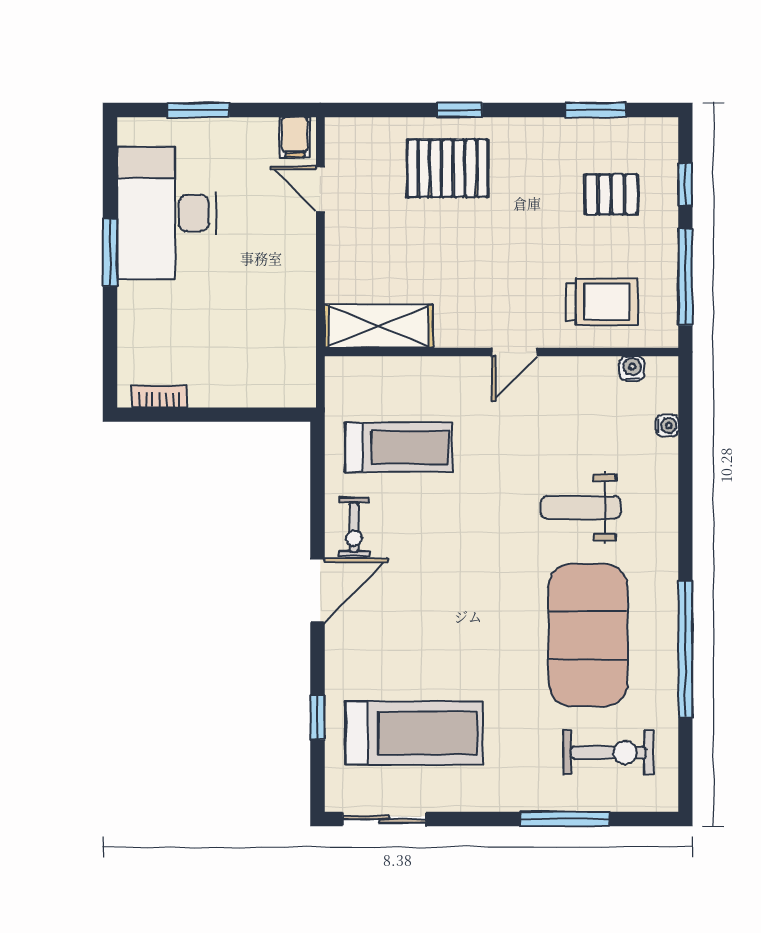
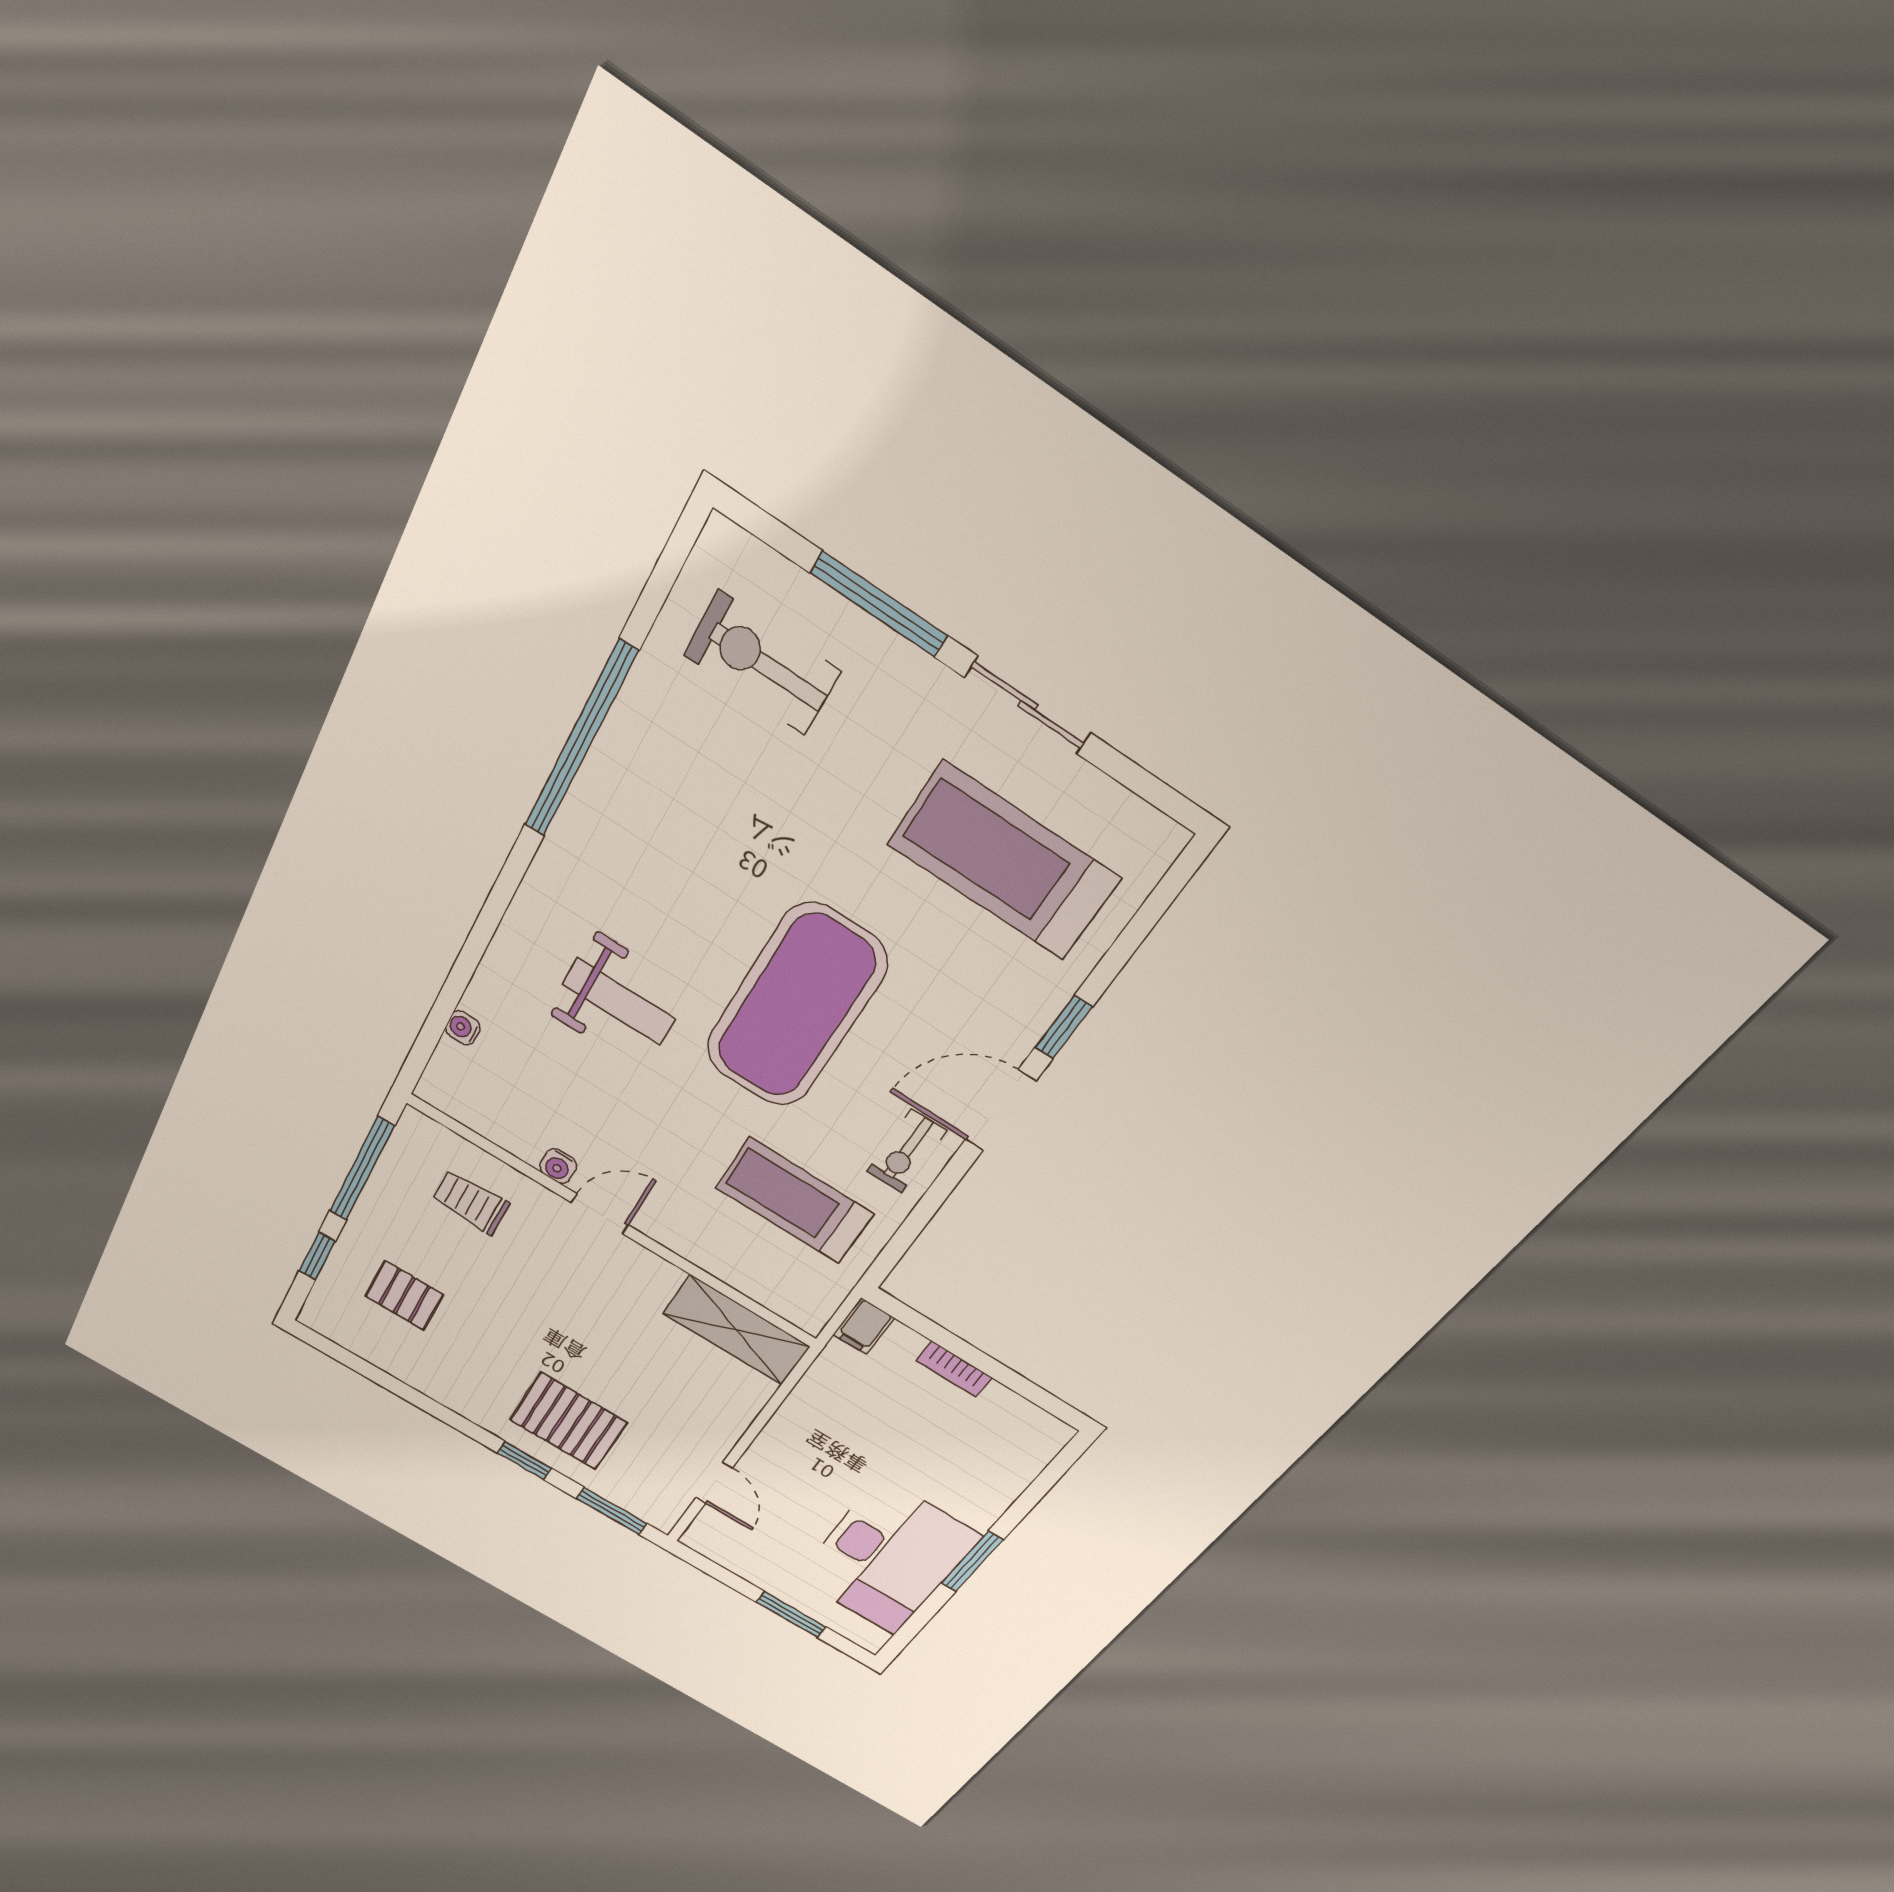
window: (596, 110) -> (612, 1511), moved
filing cabinet: (295, 137) -> (864, 1326), moved, turned 180
trolley: (602, 302) -> (471, 1202), width x0.73, depth x0.72
water cooler: (632, 369) -> (558, 1166), moved
bookcase: (160, 397) -> (954, 1369), moved
exercise bike: (354, 527) -> (906, 1151), turned 180
exercise mat: (588, 635) -> (796, 1006), moved
window: (317, 717) -> (1064, 1027), moved
sliding door: (384, 819) -> (1028, 705), moved

